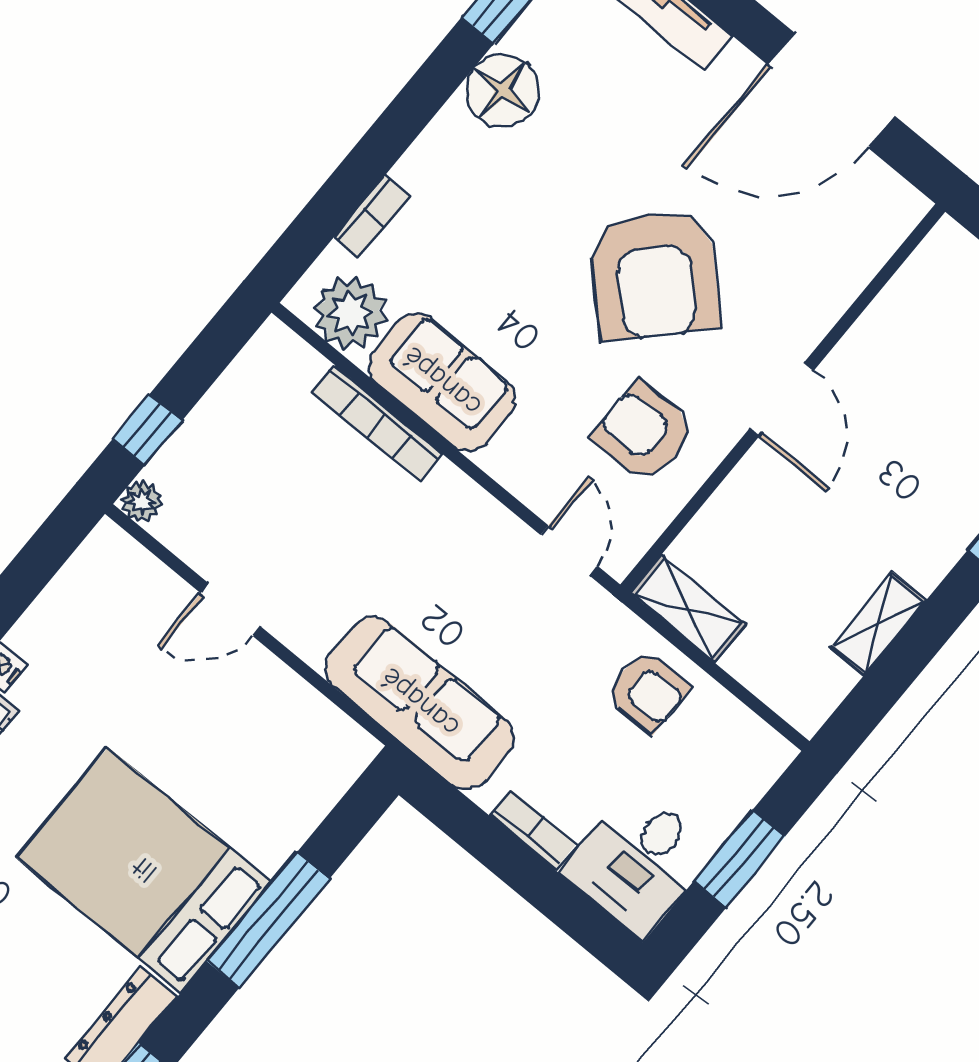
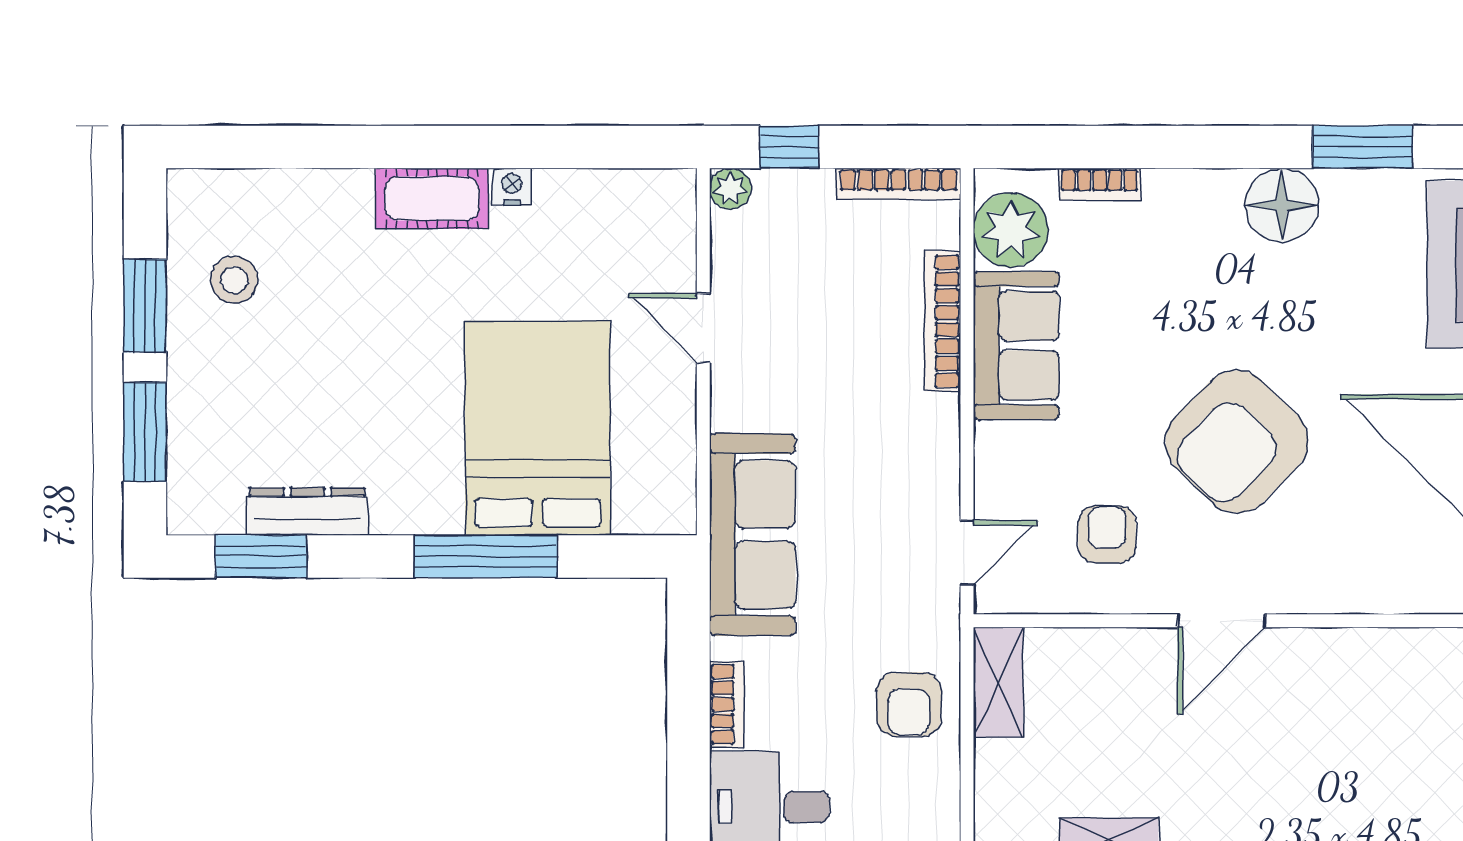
bookcase: (244, 370) -> (899, 184), added
armchair: (644, 432) -> (1107, 534), width x0.72, depth x0.72
bed: (144, 870) -> (538, 428), moved

